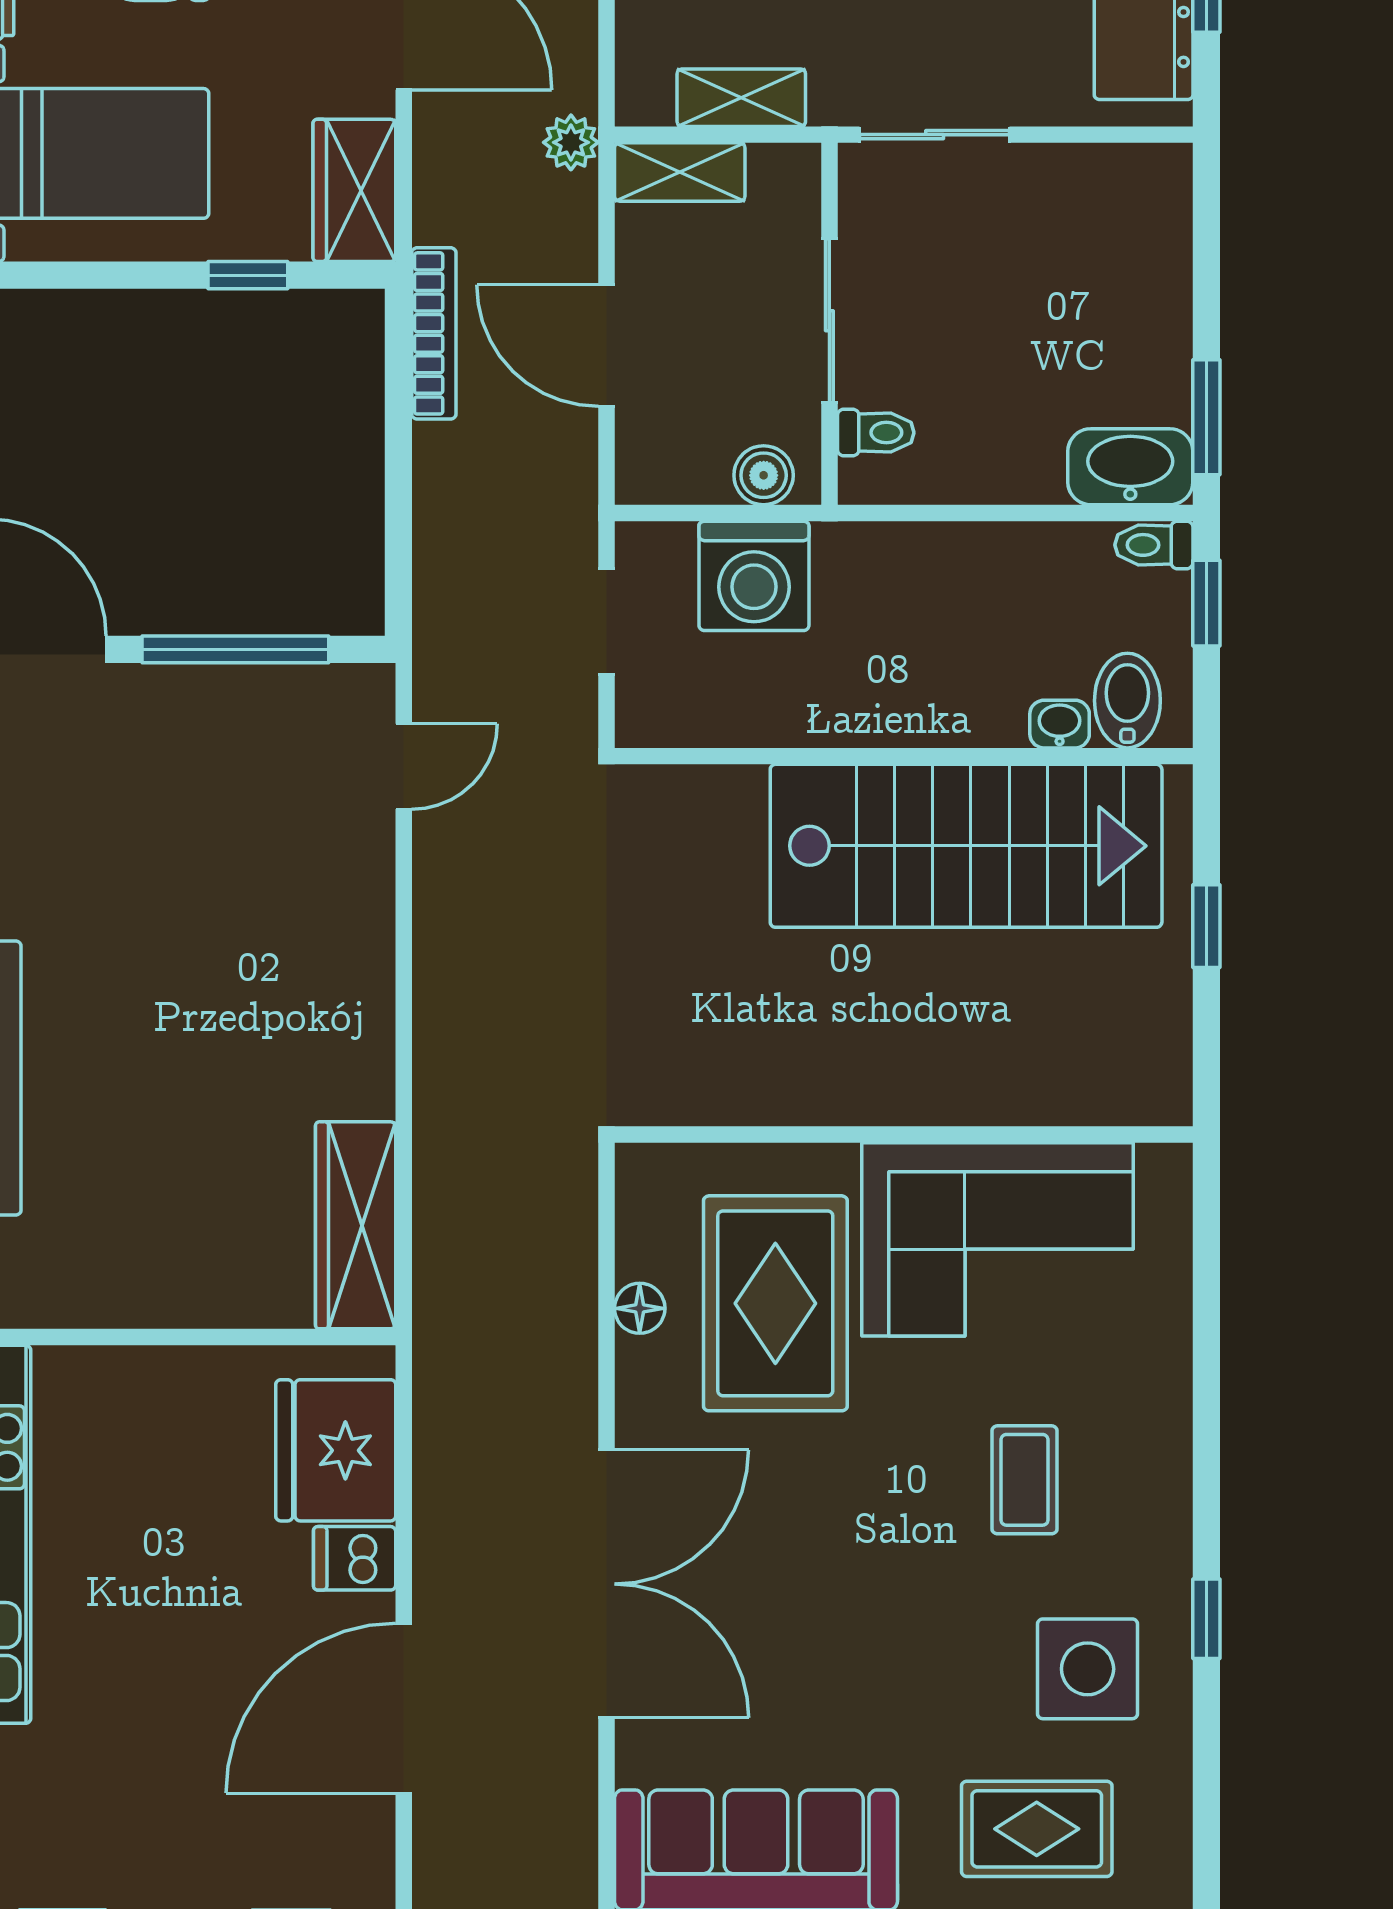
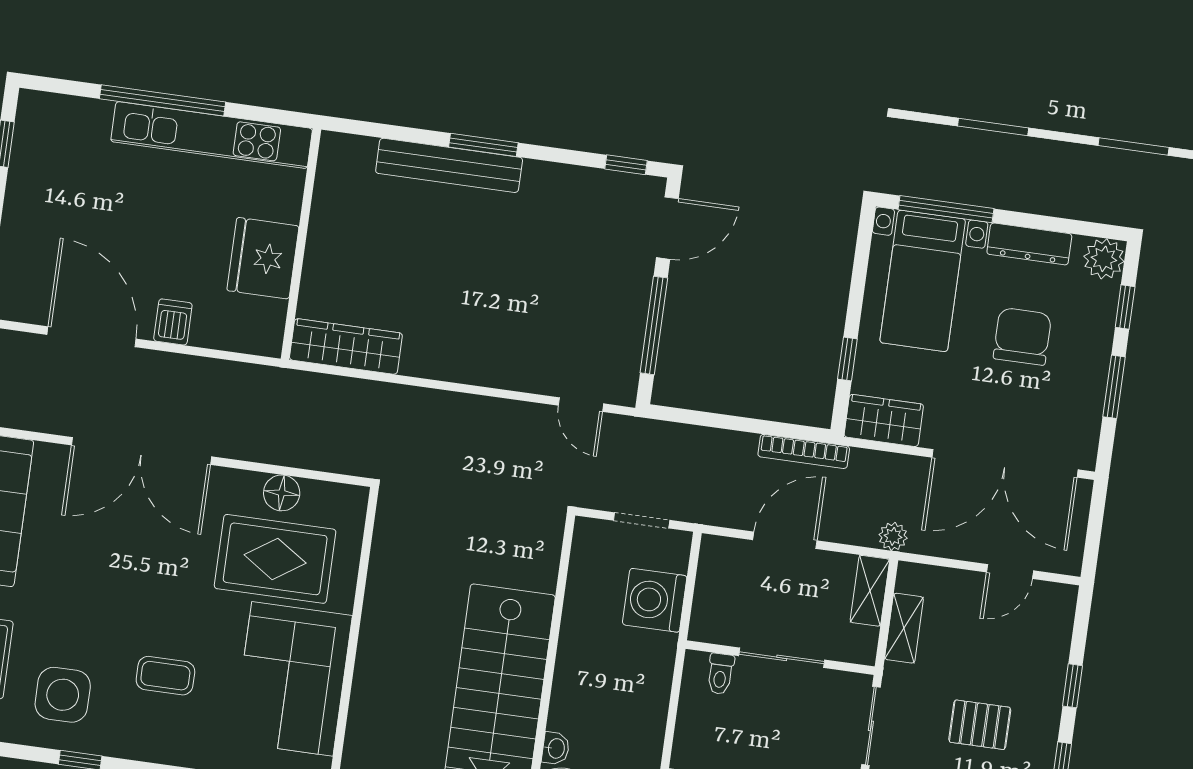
boiler: (764, 475) -> (706, 613), removed
floor lamp: (640, 1308) -> (282, 493), width x1.37, depth x1.37
fridge: (336, 1450) -> (263, 258), moved, turned -90

